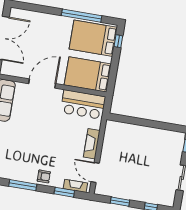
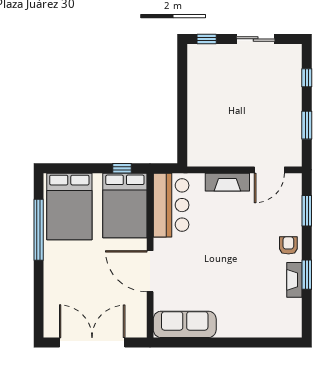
window: (118, 41) -> (122, 168), moved
window: (23, 185) -> (307, 275), width x0.69
fireplace: (75, 186) -> (294, 280), moved

